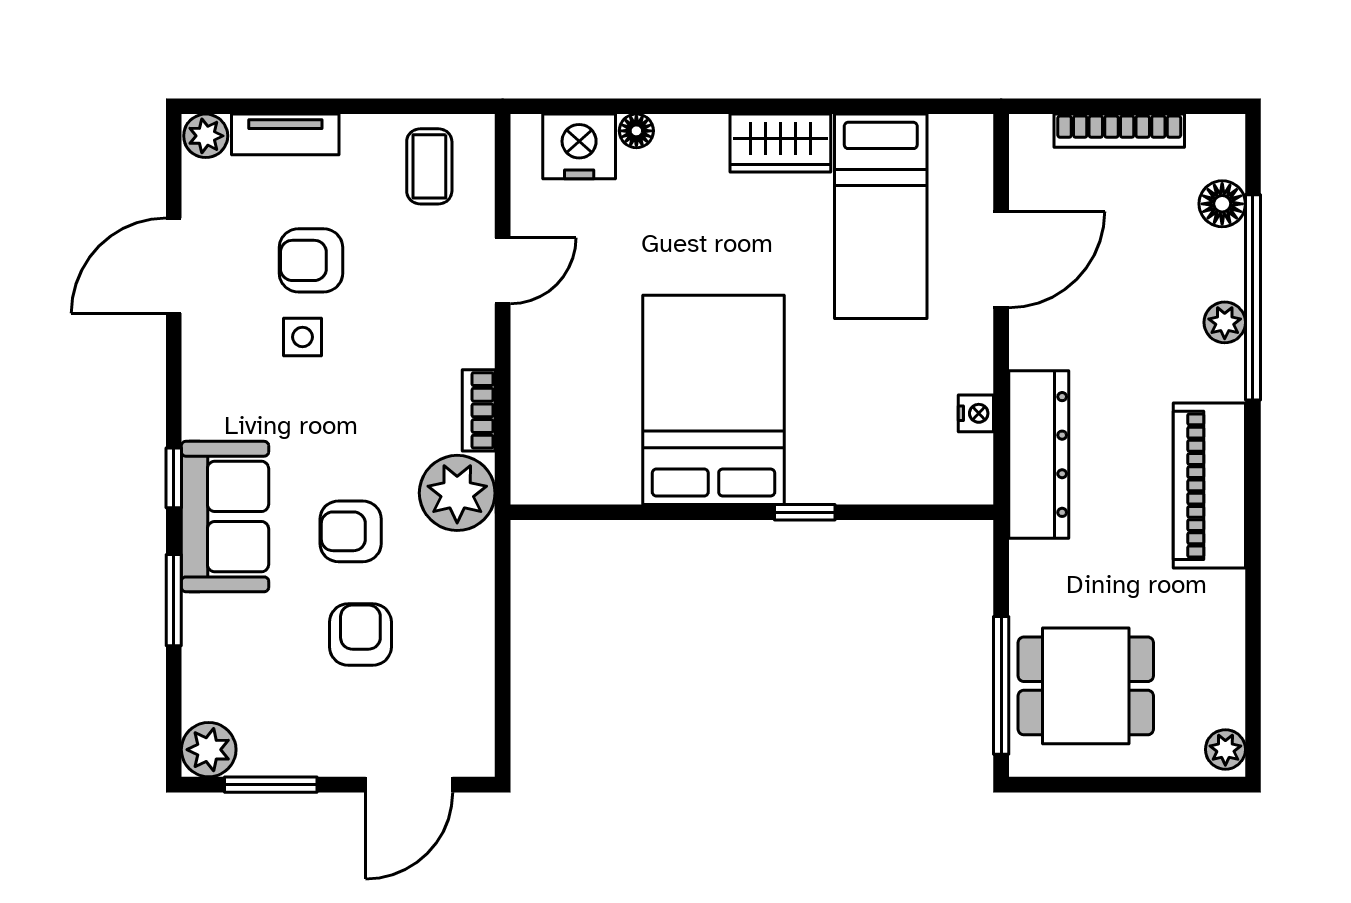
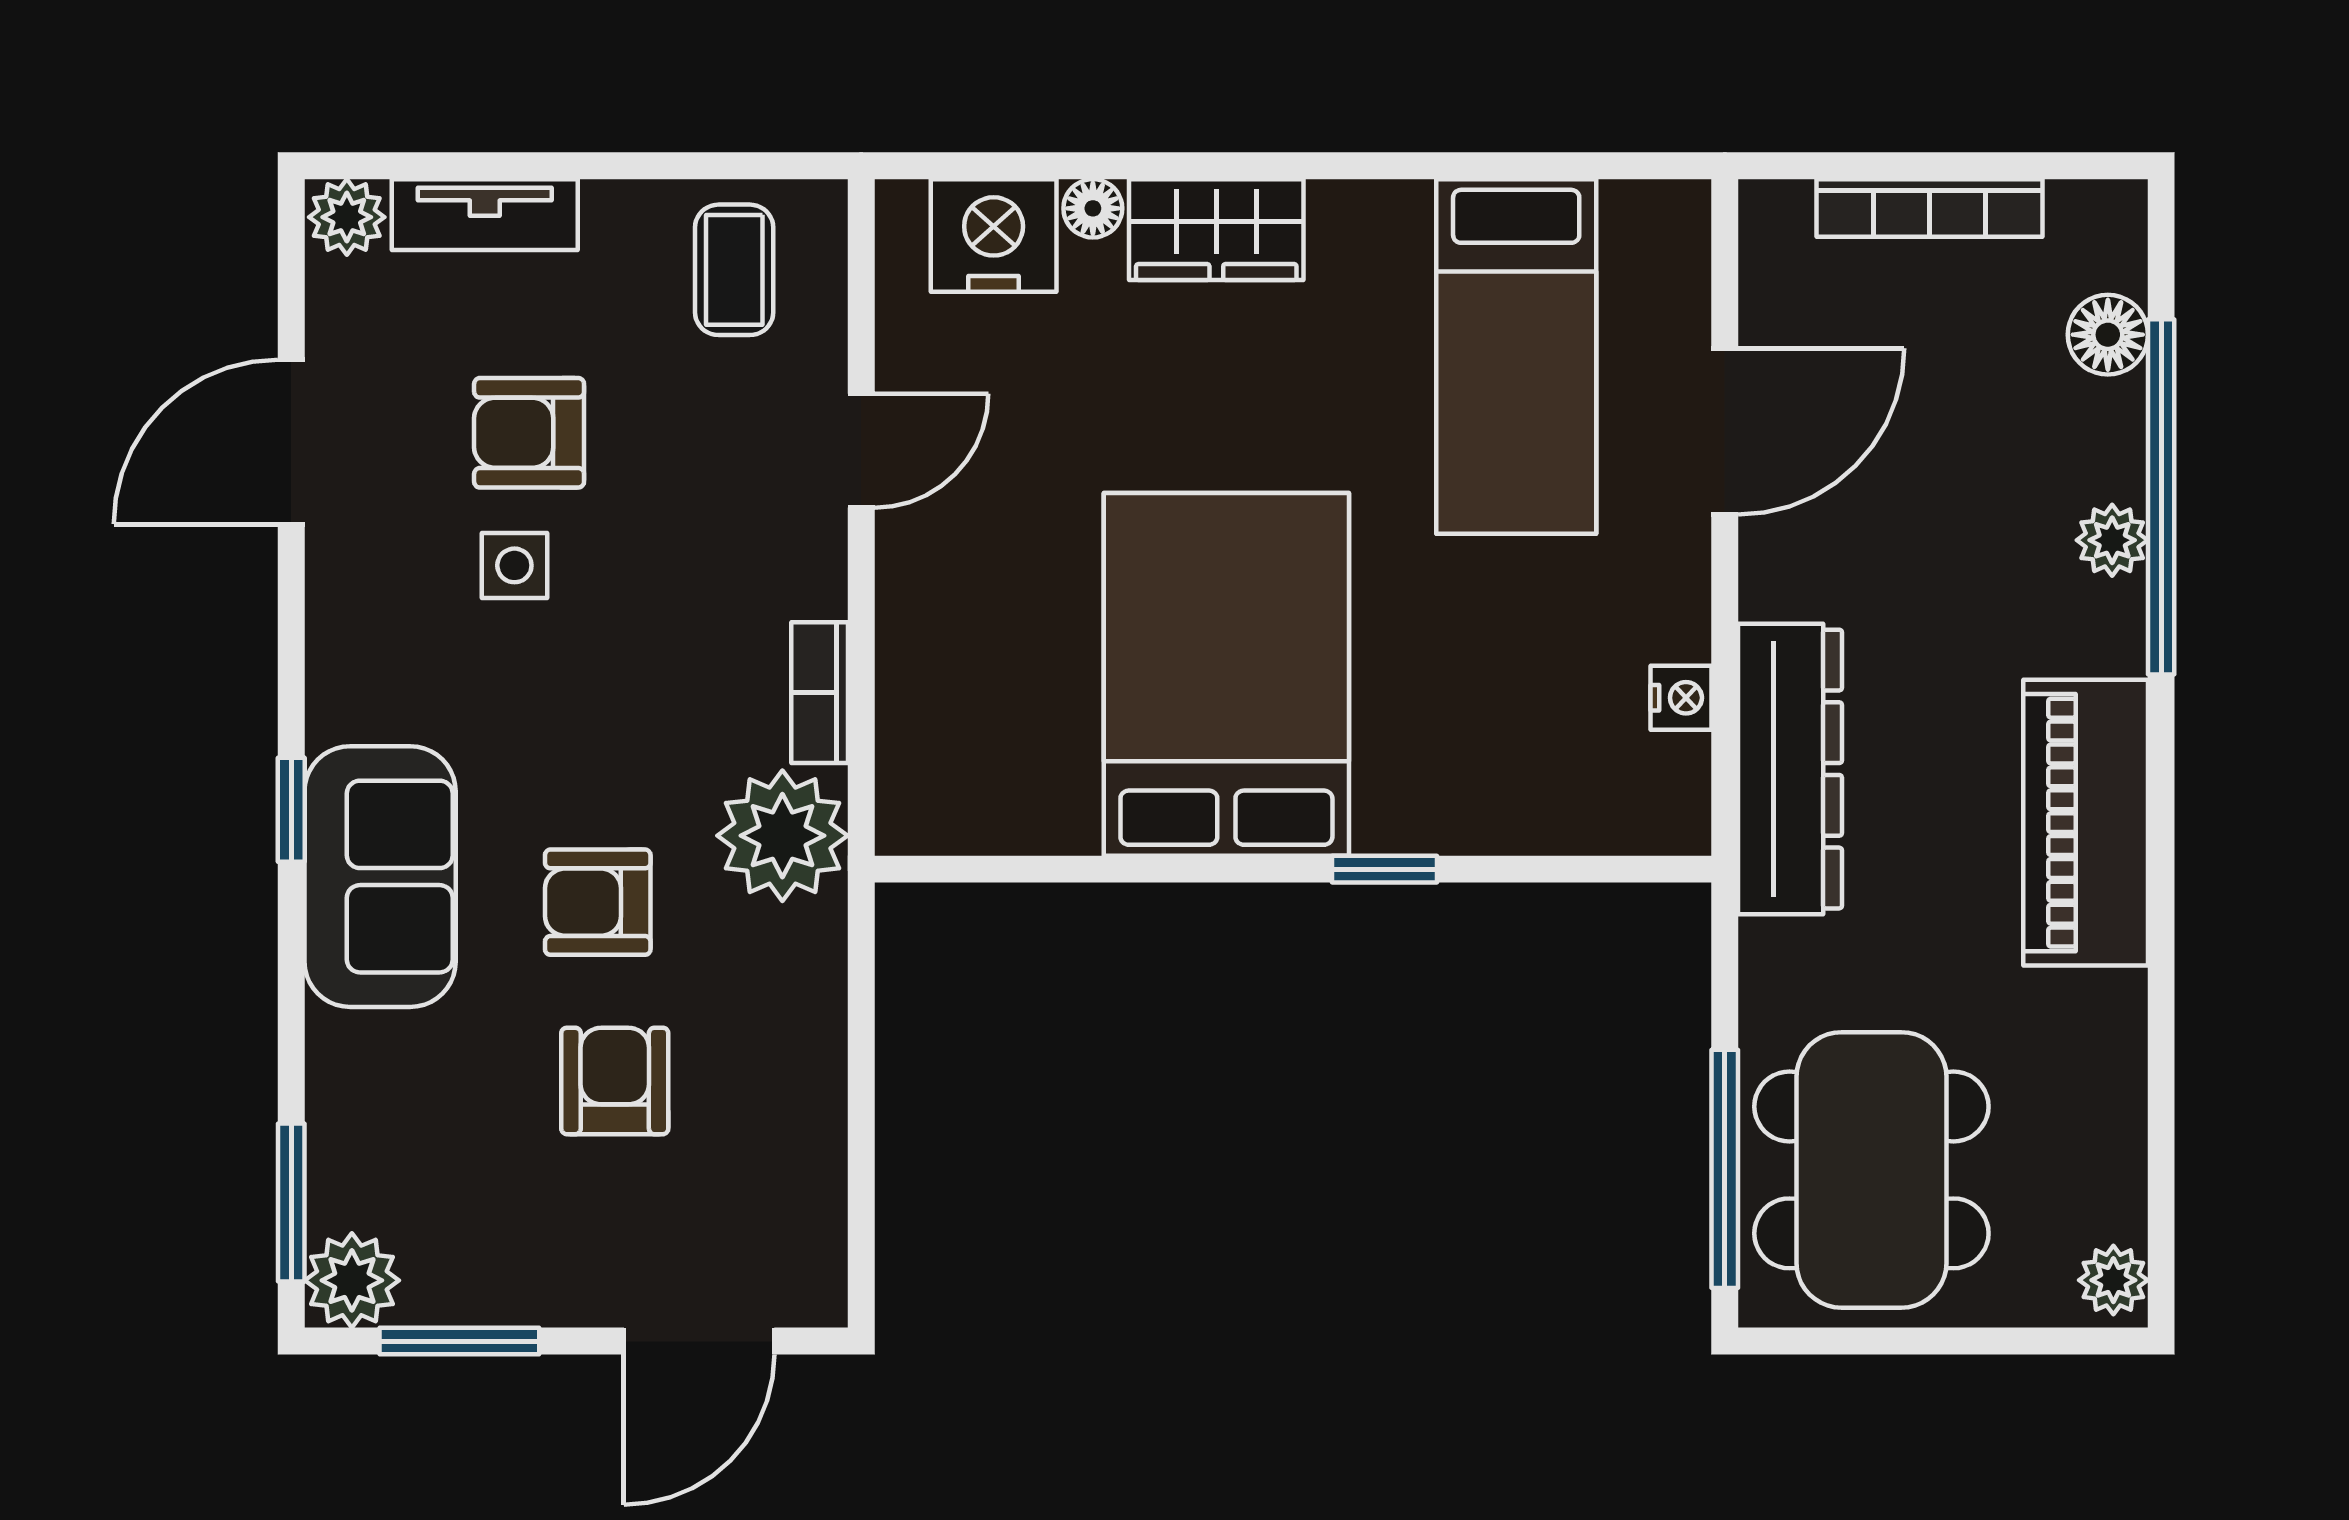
wardrobe: (780, 143) -> (1216, 230), moved
window: (174, 600) -> (291, 1203), moved
dining table: (1086, 686) -> (1871, 1170), width x1.38

